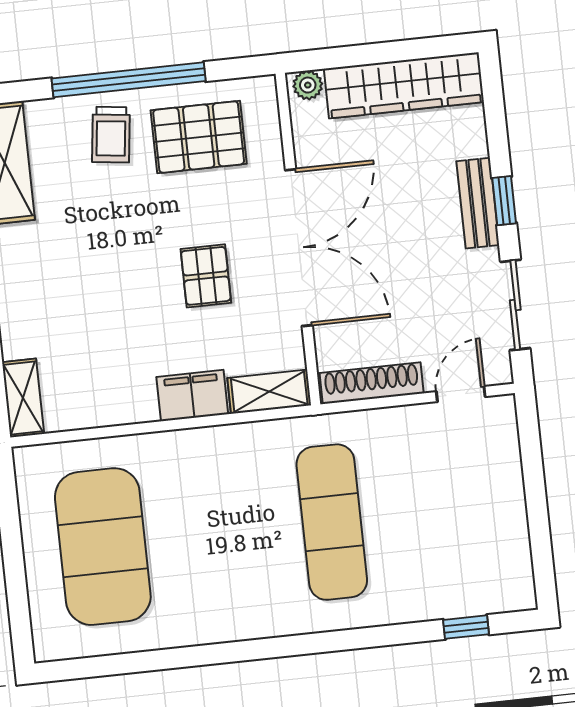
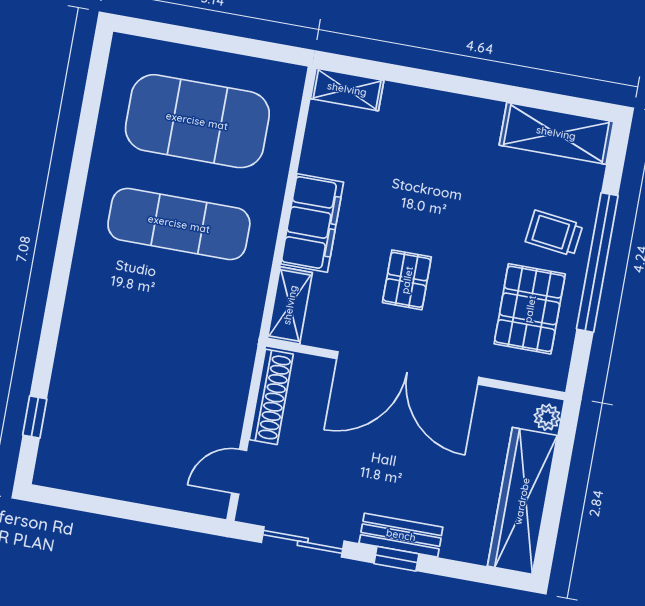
pallet: (206, 276) -> (407, 280), turned 90
door: (461, 394) -> (239, 472), swing flipped
filing cabinet: (192, 396) -> (312, 223), width x1.50, depth x1.17
exercise mat: (332, 522) -> (179, 224), moved

